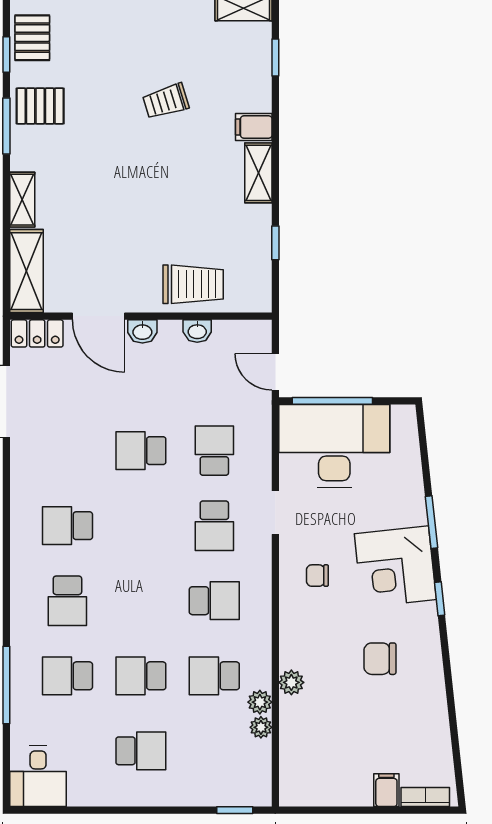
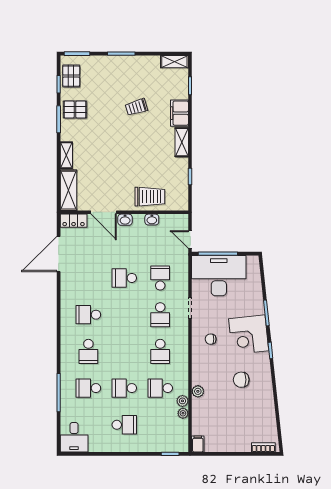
filing cabinet: (254, 127) -> (179, 113), width x2.00
school desk: (214, 601) -> (160, 351), turned 90
filing cabinet: (386, 790) -> (198, 444), moved

